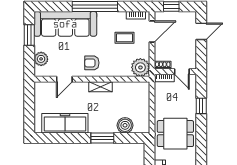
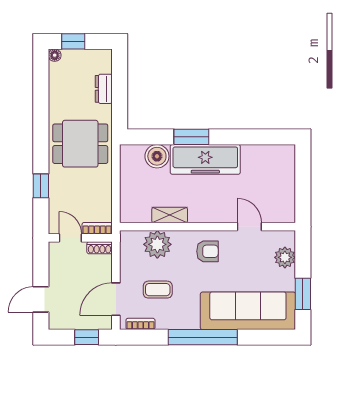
plant: (140, 67) -> (157, 244), moved
door: (64, 79) -> (249, 227), hinge flipped
shelving: (101, 87) -> (170, 215), moved
freezer: (65, 123) -> (205, 159), moved

